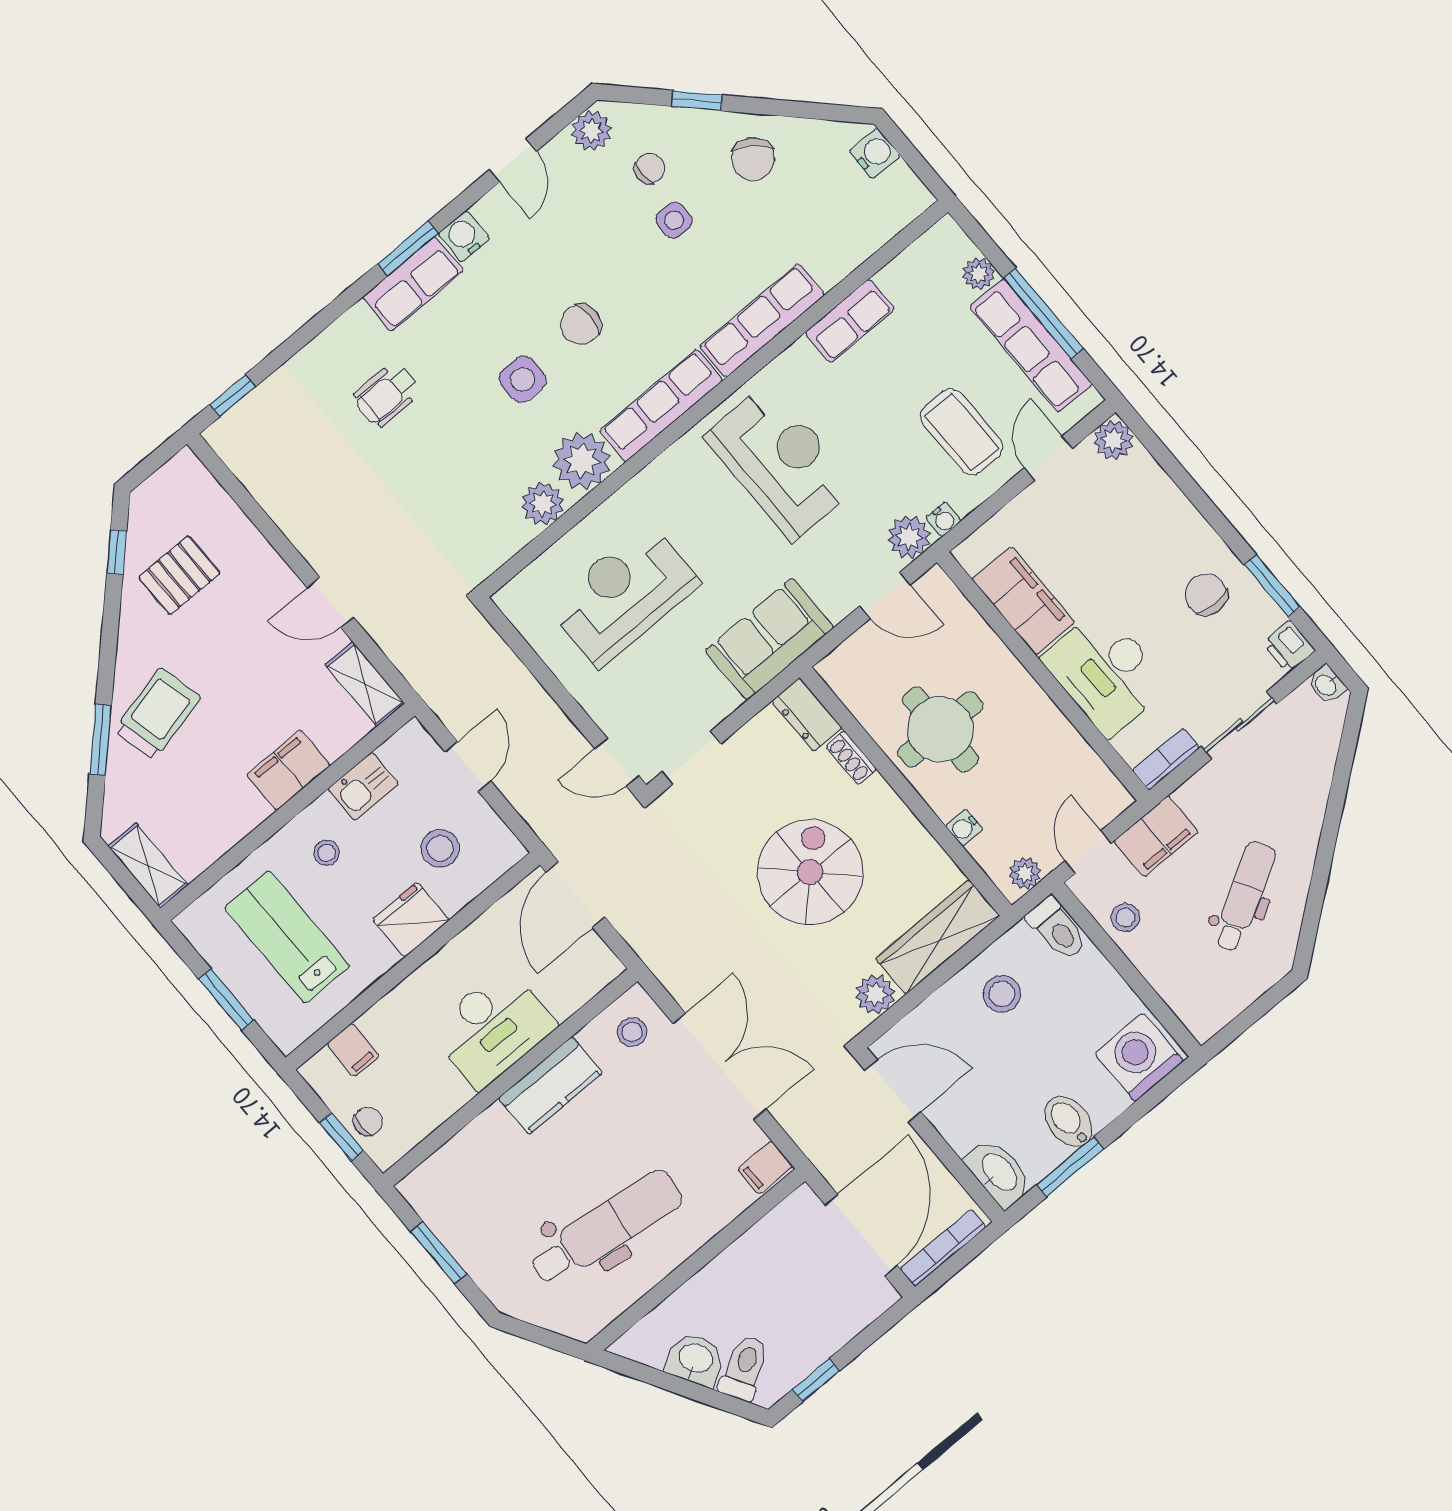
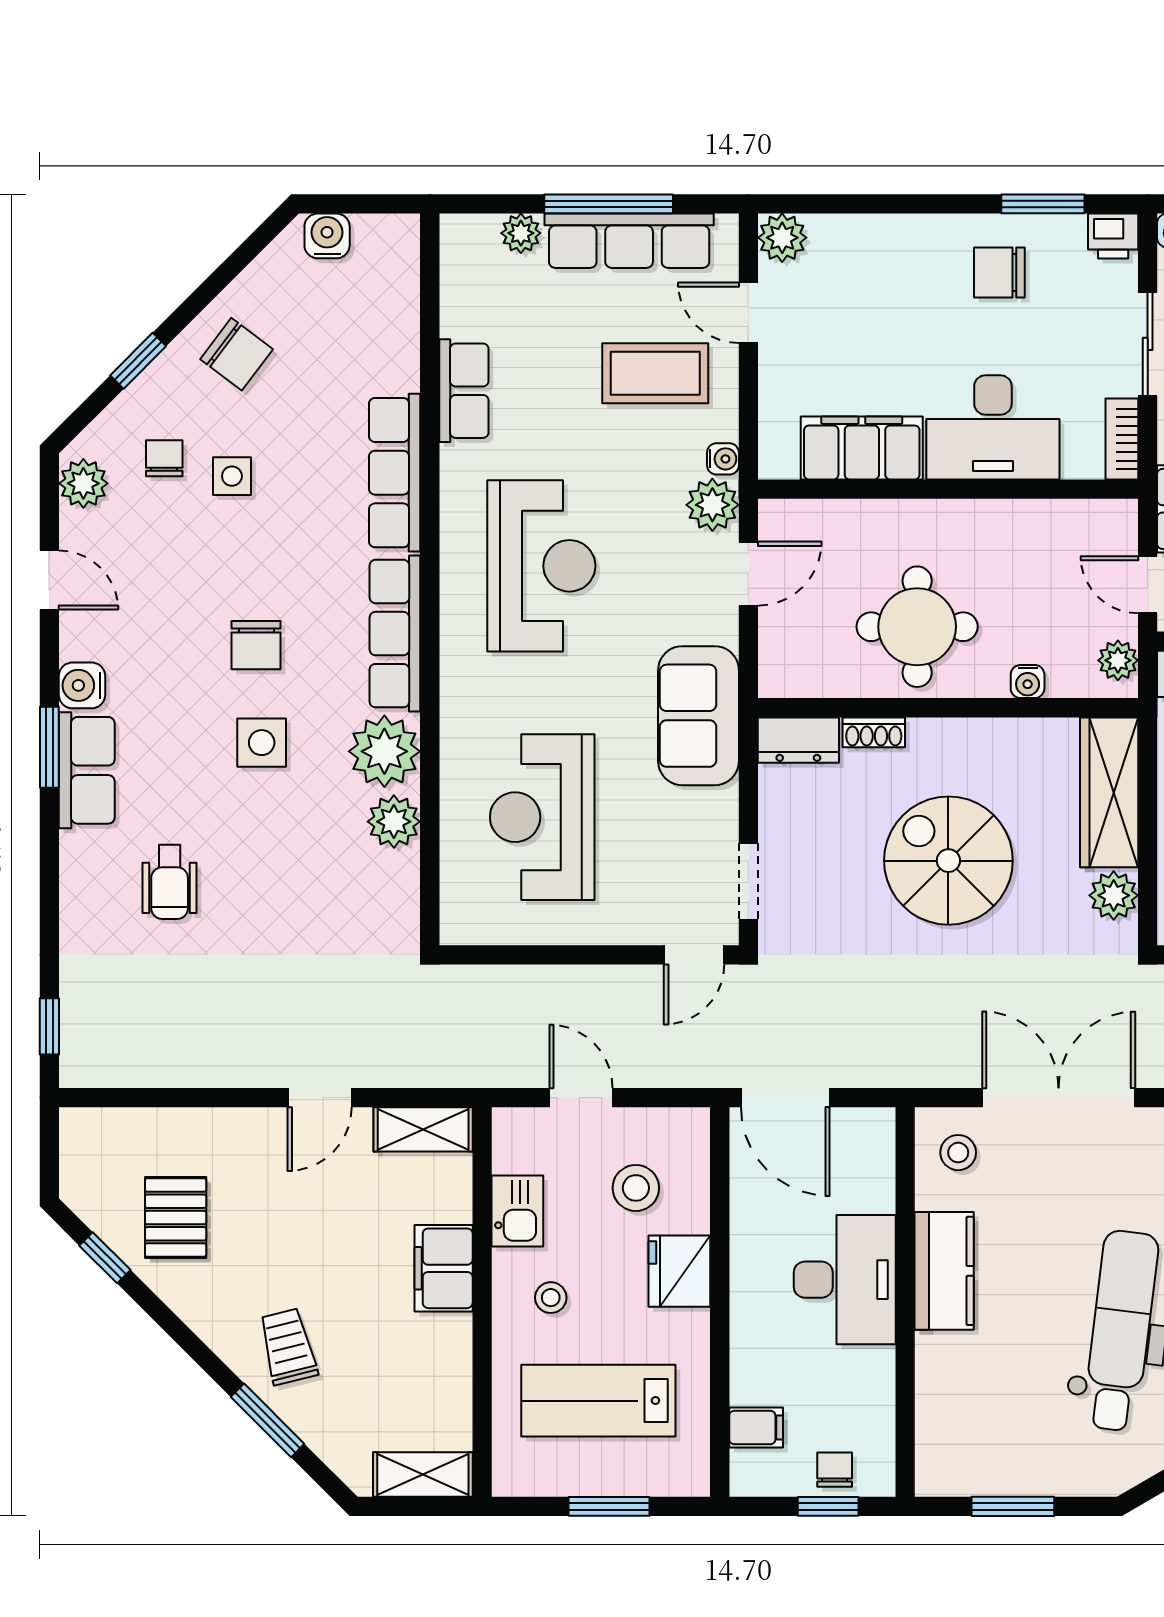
reception desk: (781, 462) -> (541, 566), turned 90
trolley: (157, 714) -> (288, 1347), width x0.73, depth x0.72

